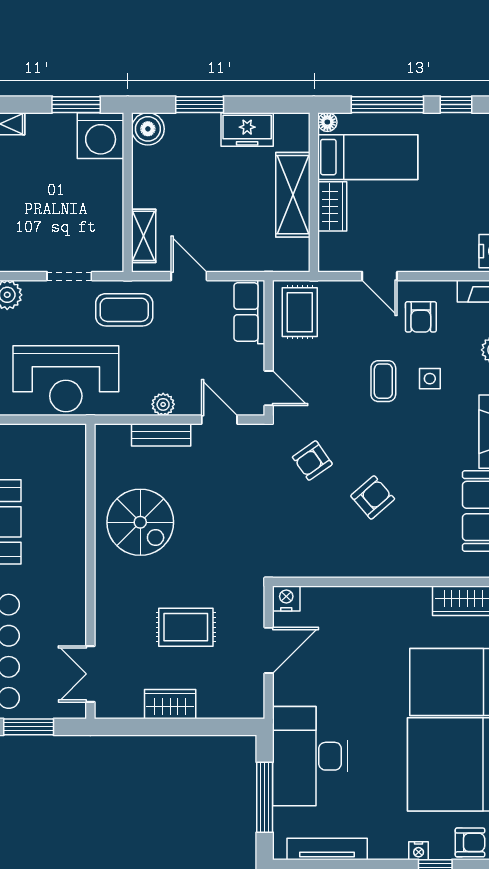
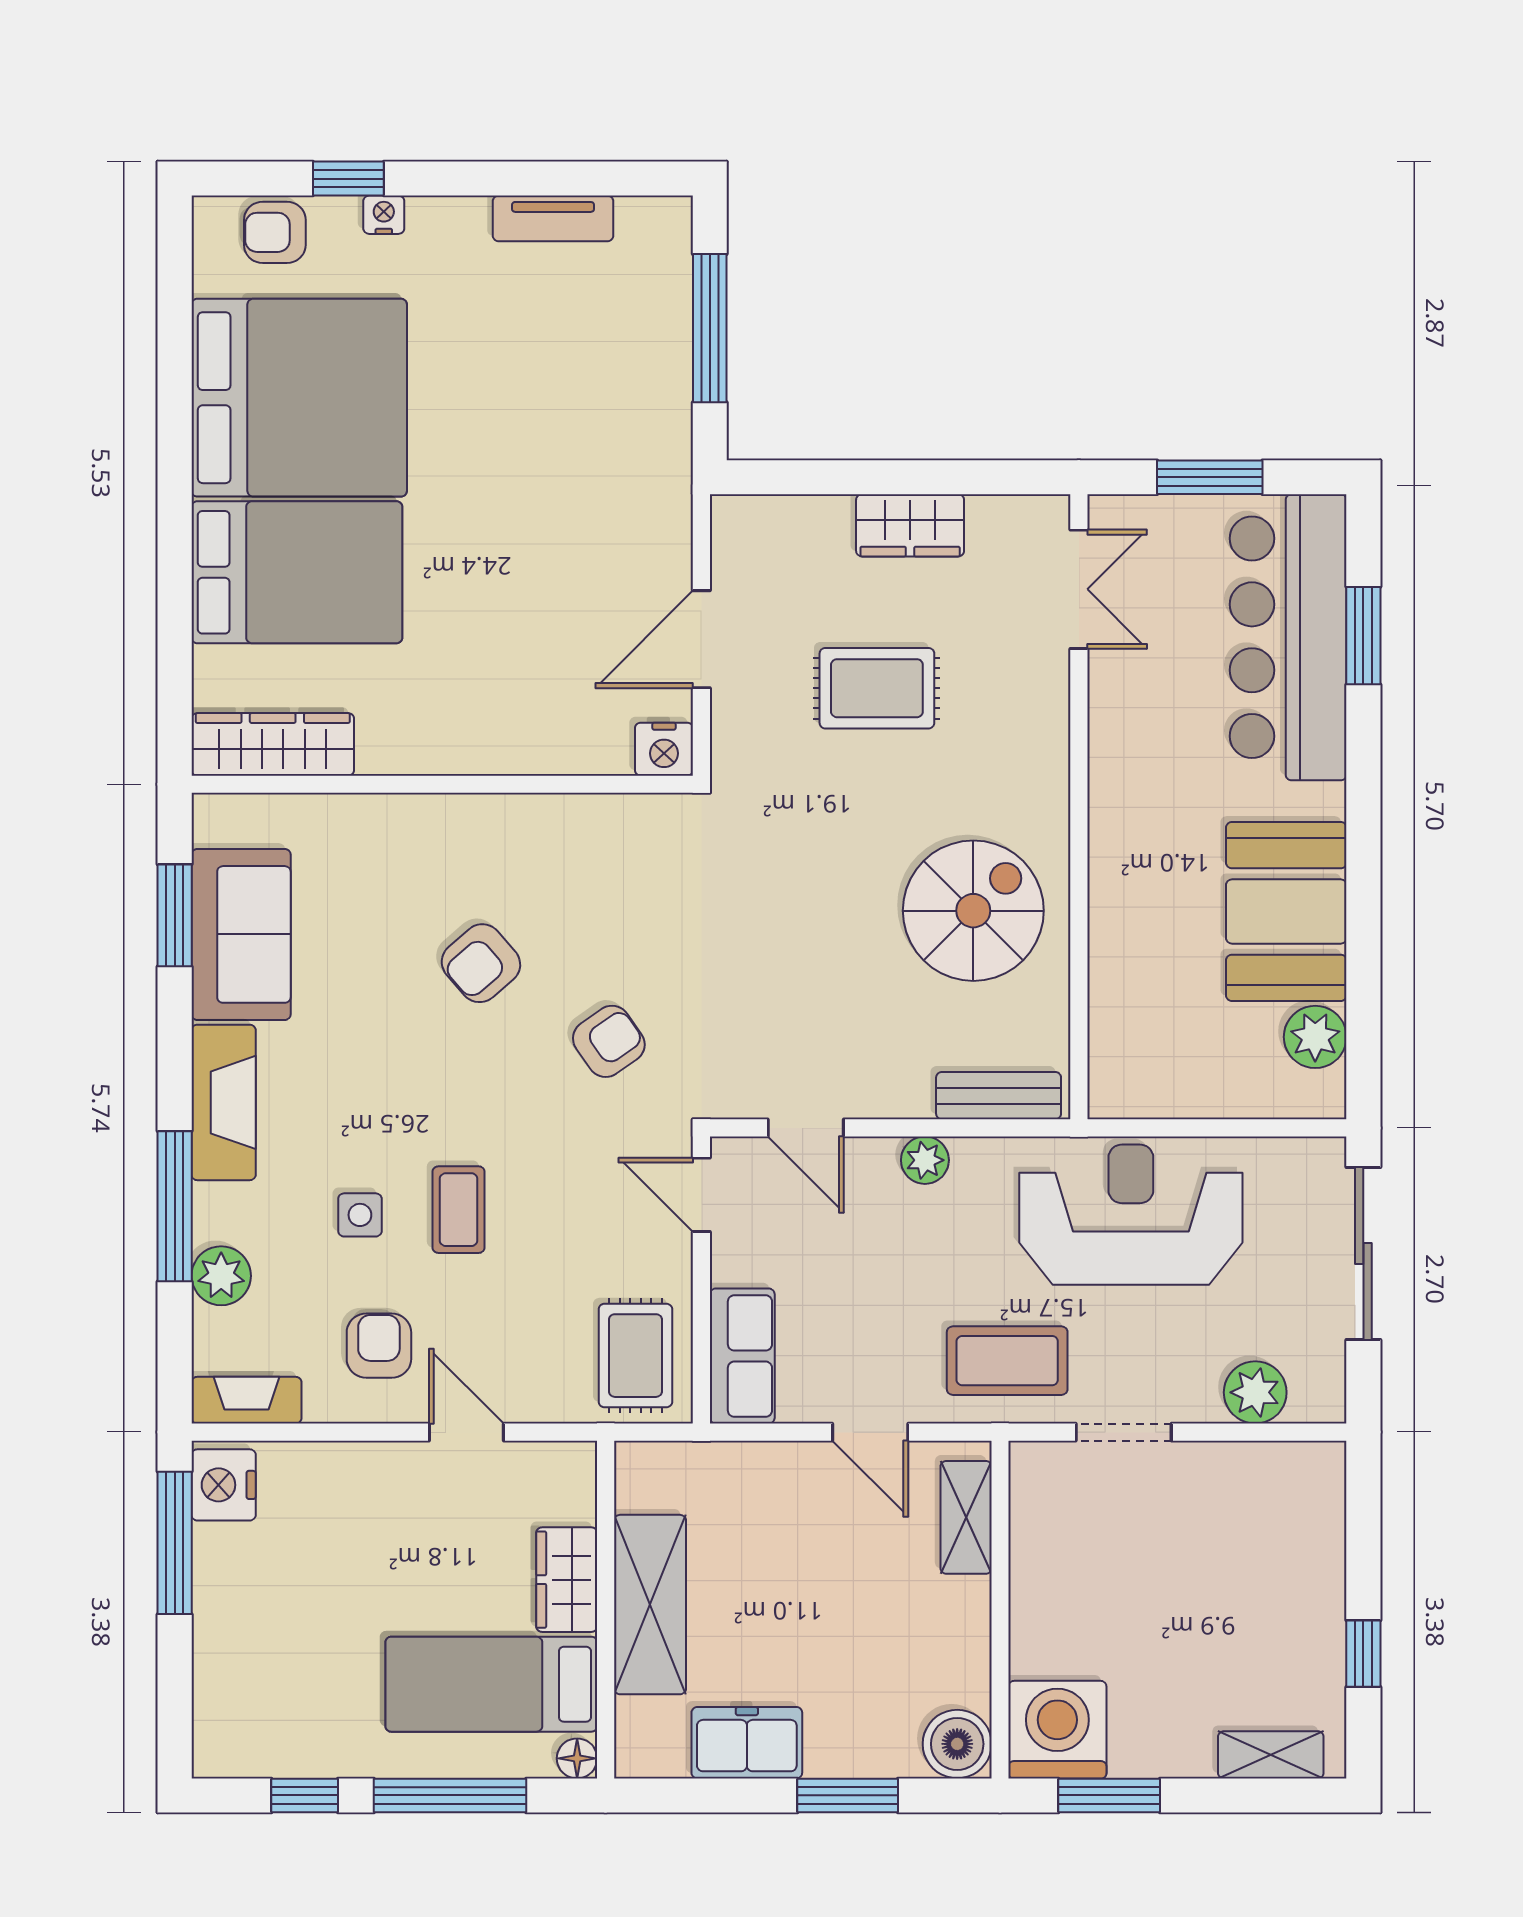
bench: (161, 435) -> (999, 1096), moved
spiral stairs: (140, 522) -> (973, 911), turned 90
desk: (310, 756) -> (614, 415), removed
tv unit: (327, 849) -> (553, 218), width x0.71

